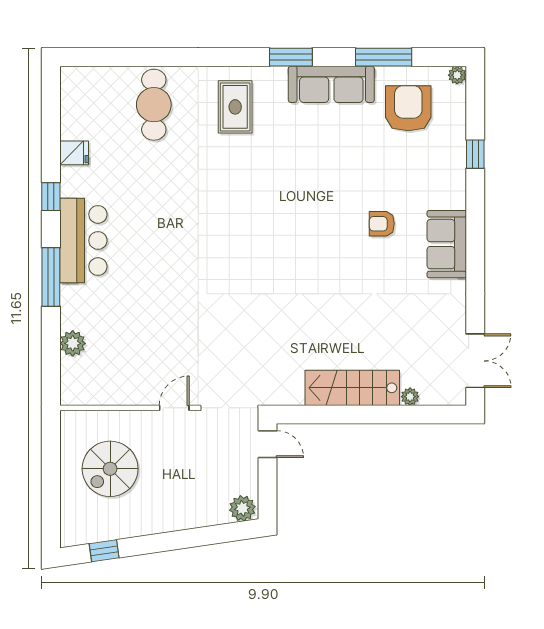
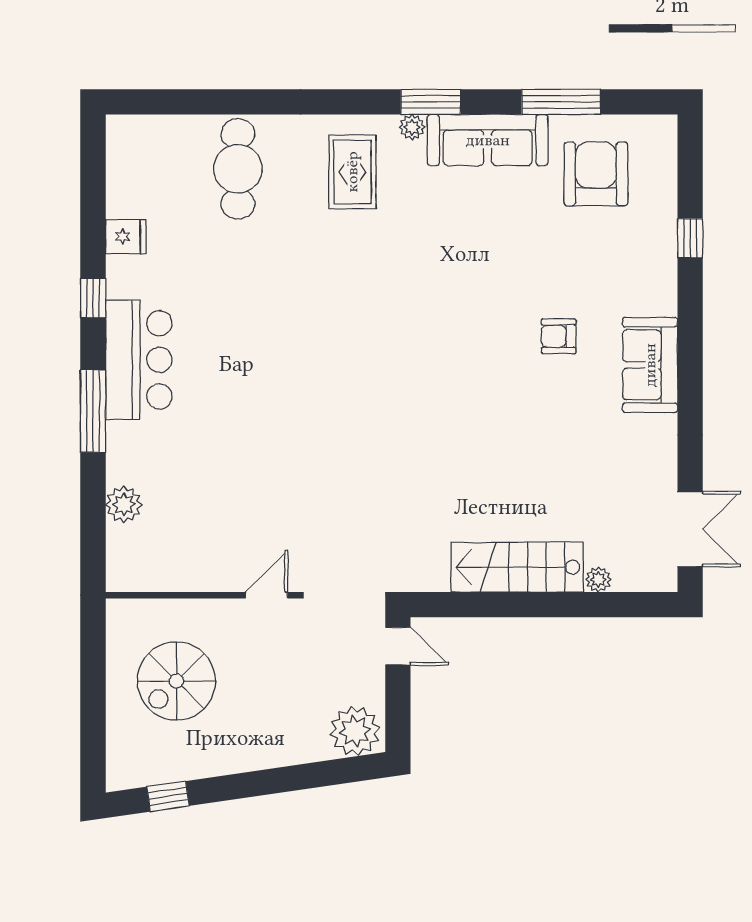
plant: (457, 75) -> (412, 127), moved
plant: (242, 508) -> (355, 731), width x1.36, depth x1.36

